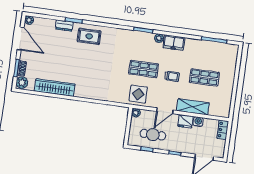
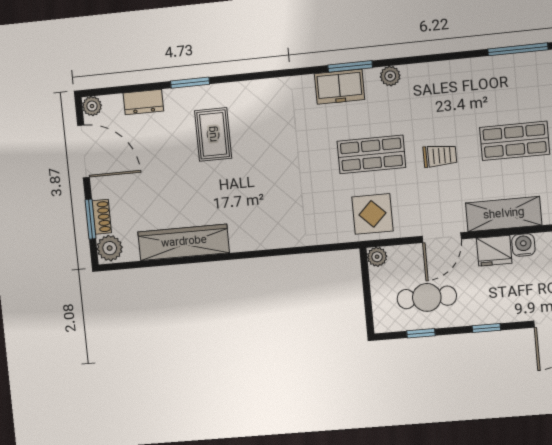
dresser: (64, 25) -> (143, 102), moved
rug: (89, 36) -> (213, 134), moved, turned 90
freezer: (174, 43) -> (340, 87), moved

